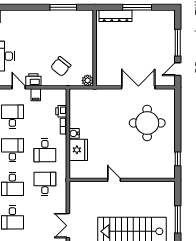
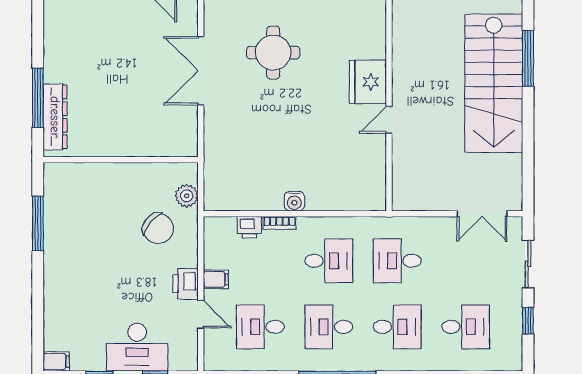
window: (137, 7) -> (38, 98), moved
plant: (88, 80) -> (187, 196), moved
door: (19, 87) -> (201, 314), swing flipped
round table: (147, 123) -> (273, 53), width x0.73, depth x0.73
fridge: (78, 150) -> (368, 82), moved, turned -90

